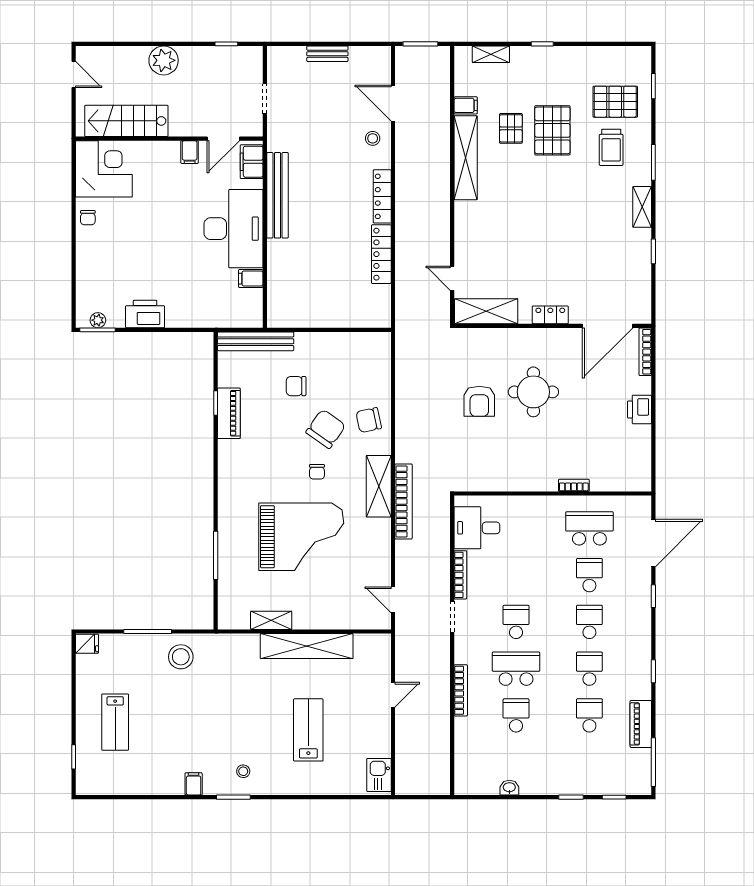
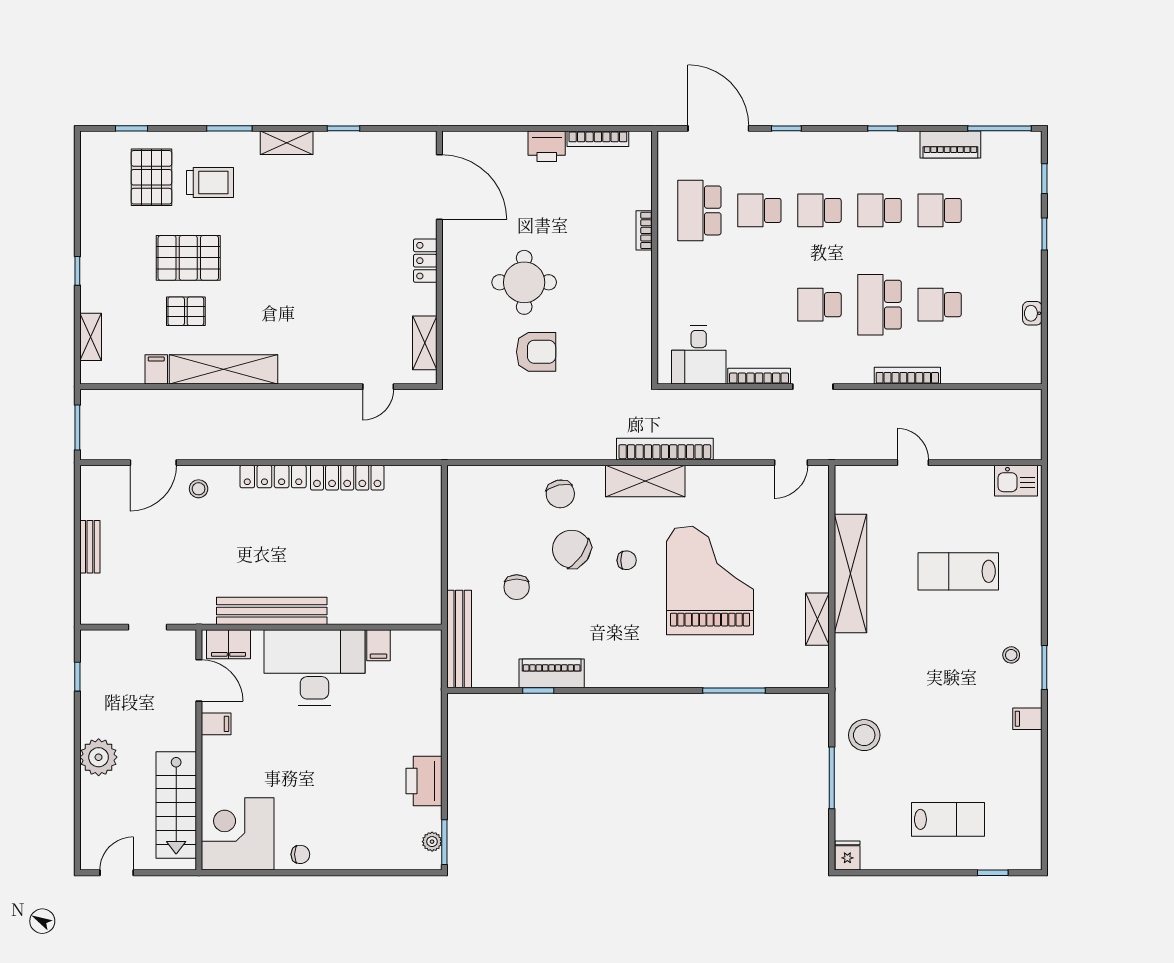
shelving: (486, 311) -> (425, 343), width x0.67, depth x0.75
bookcase: (645, 352) -> (598, 139), moved

